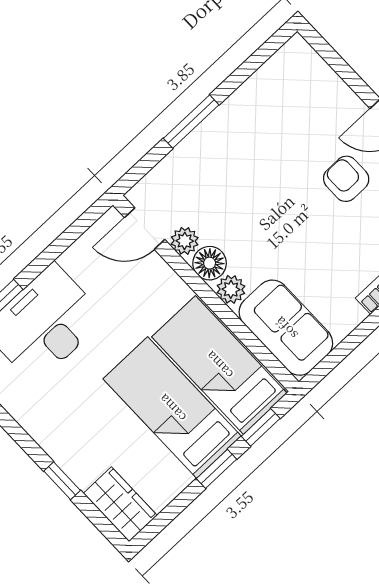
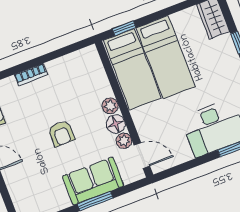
armchair: (346, 179) -> (61, 133), moved
sofa: (286, 328) -> (93, 181), moved, turned 90
window: (217, 469) -> (156, 16), removed

